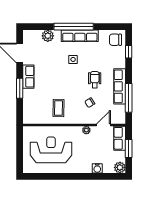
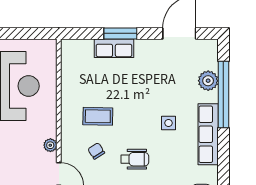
window: (74, 27) -> (223, 94), moved
row of seats: (28, 77) -> (114, 48), moved
coffee table: (59, 108) -> (98, 116), moved

